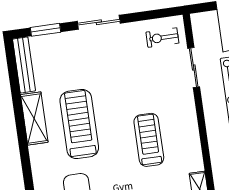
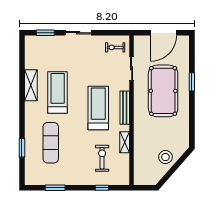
bench: (24, 65) -> (125, 108), moved
treadmill: (149, 140) -> (98, 108), width x1.37, depth x1.38

